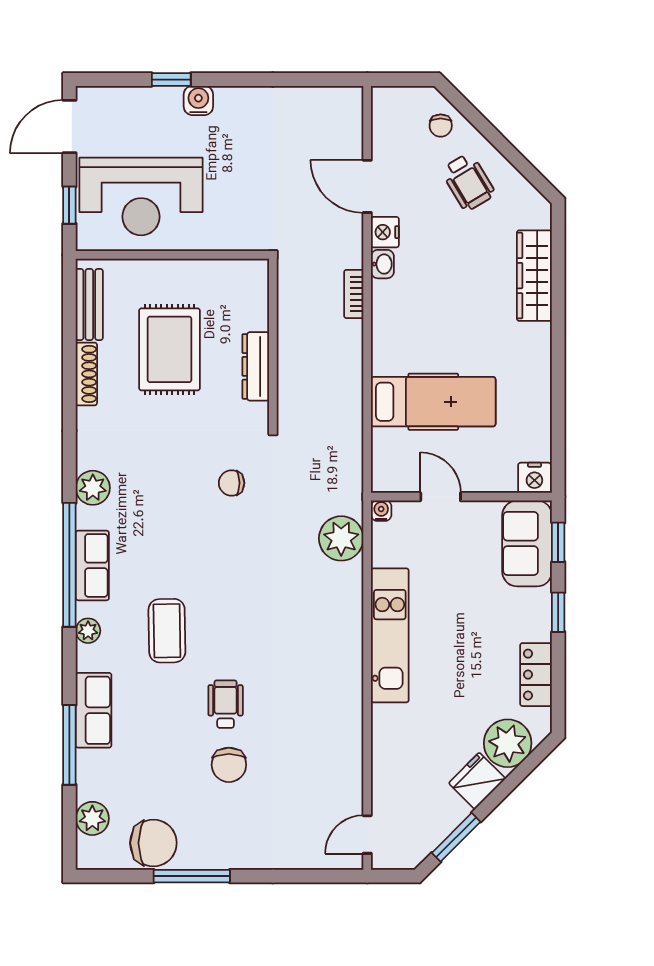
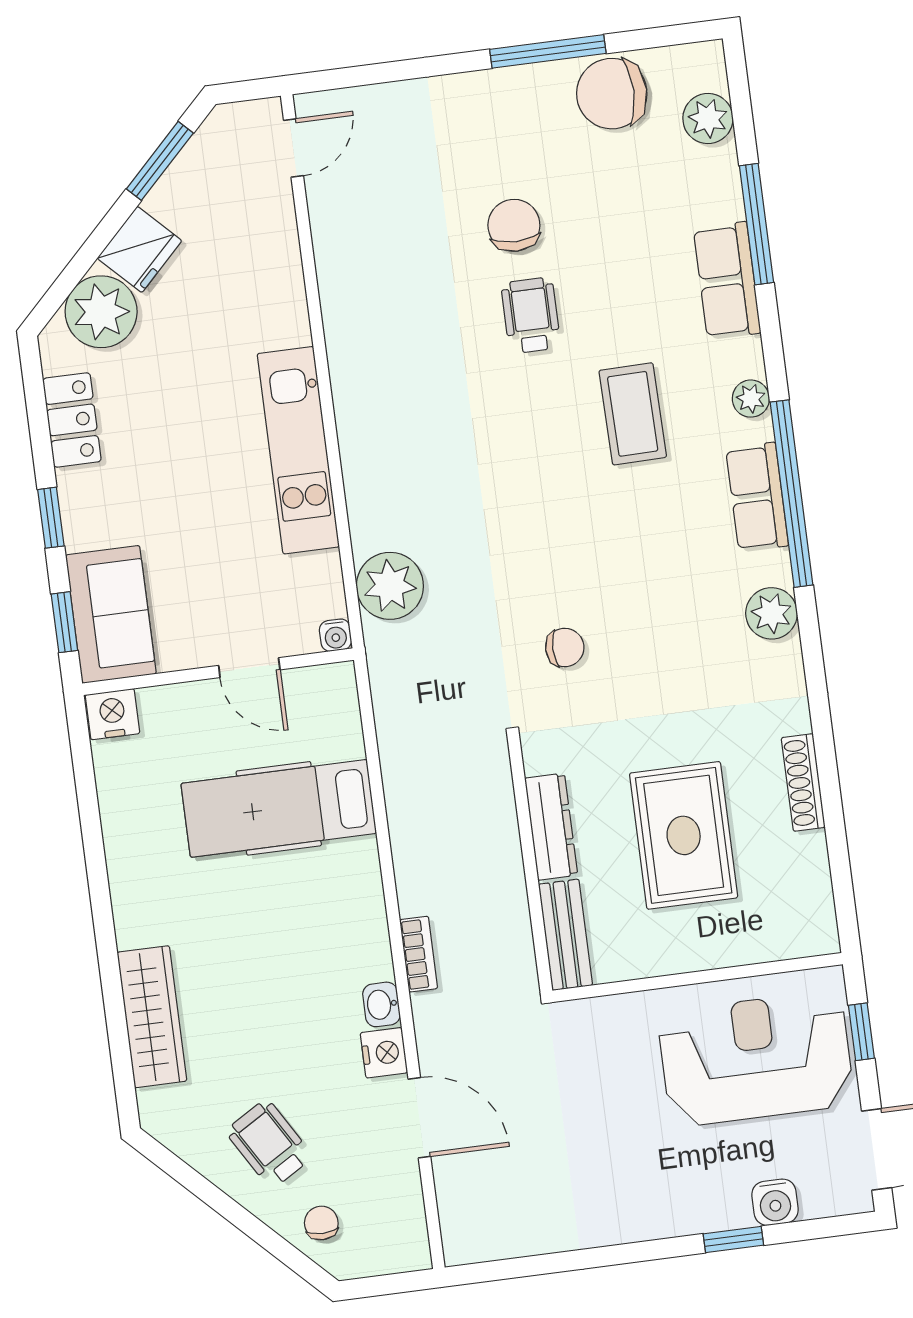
water cooler: (198, 100) -> (775, 1202), moved
bench: (89, 305) -> (565, 935), moved
wheelchair: (226, 704) -> (531, 315), turned 180

